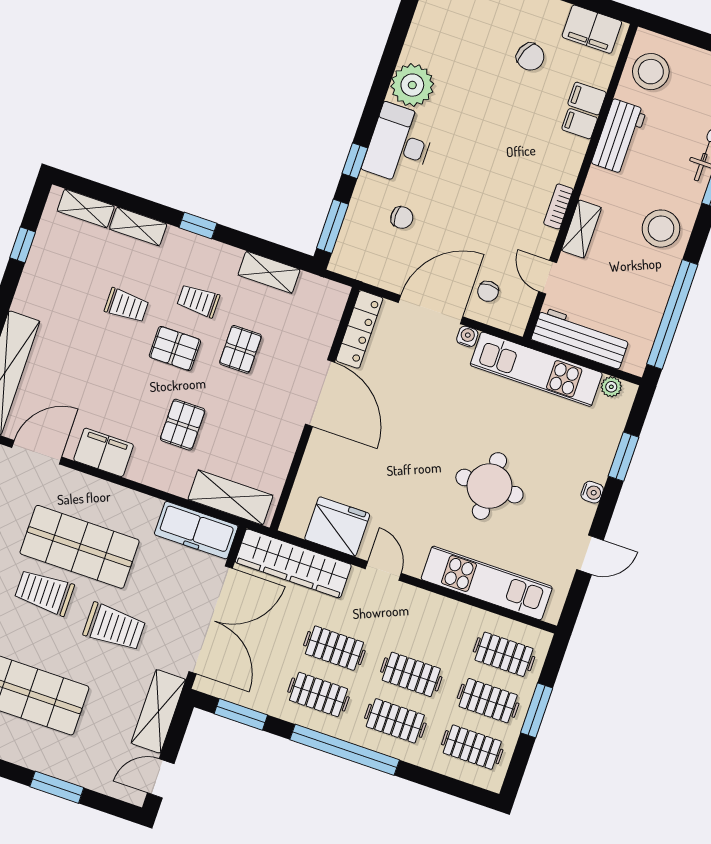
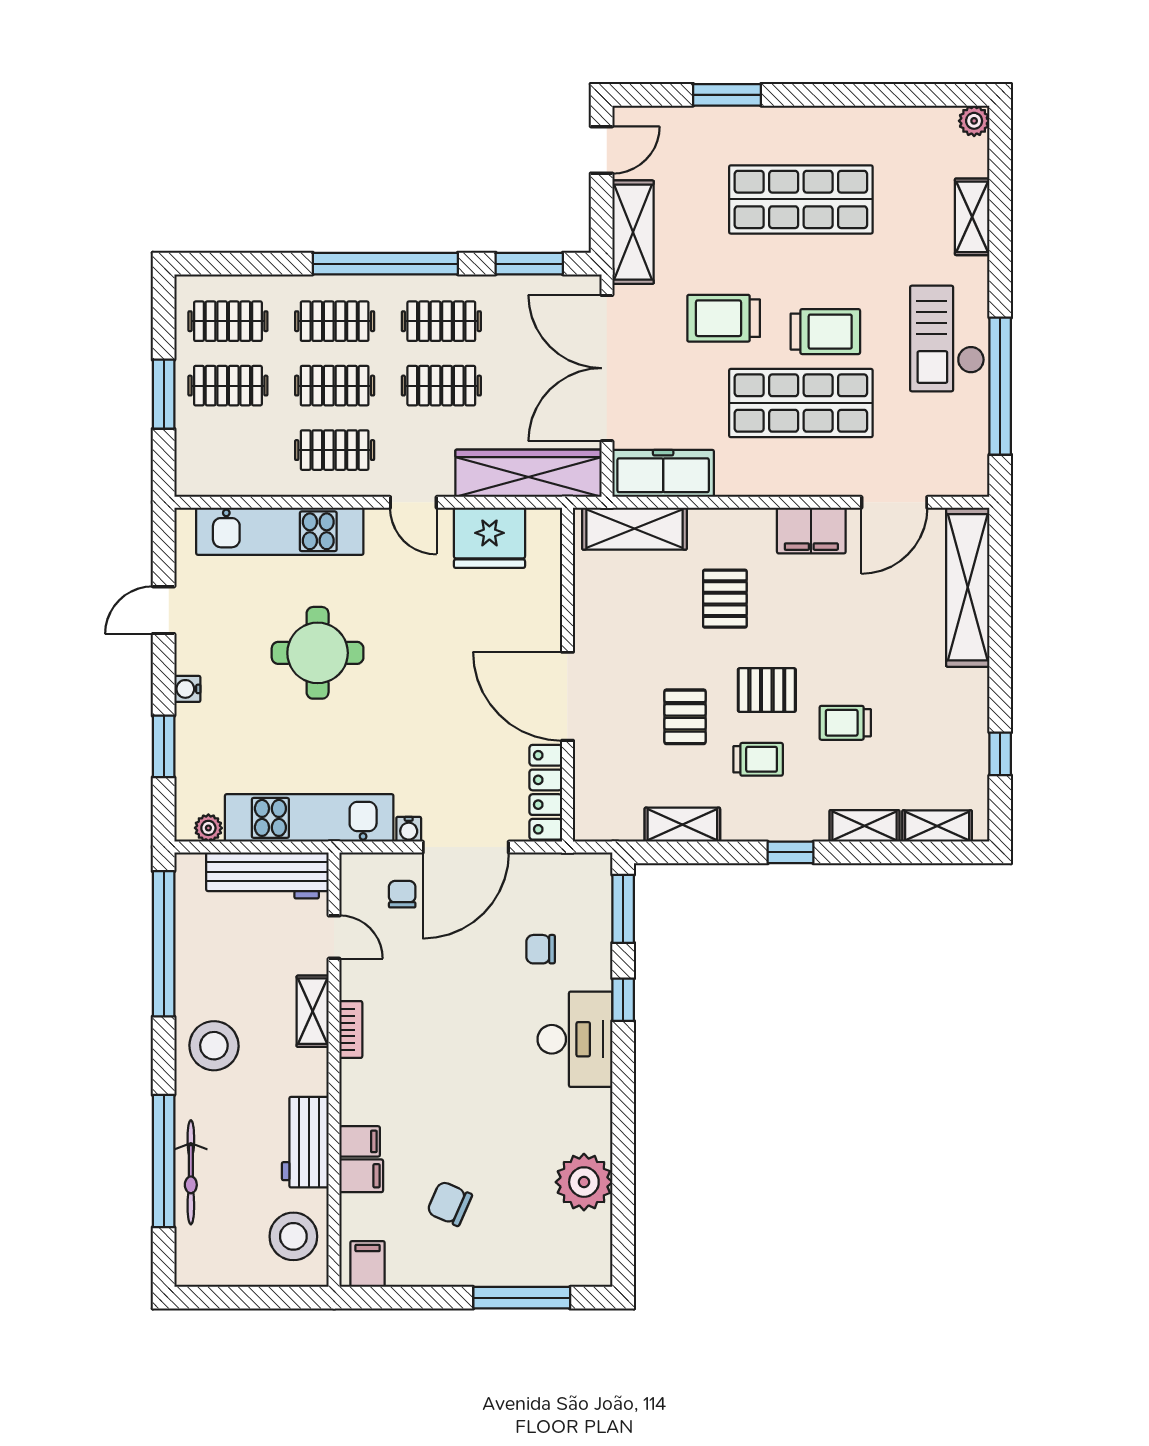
filing cabinet: (592, 29) -> (368, 1264), width x0.50
plant: (412, 85) -> (584, 1182), moved
clothes rail: (504, 654) -> (335, 450), moved

